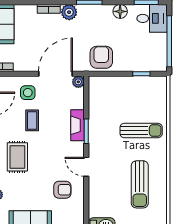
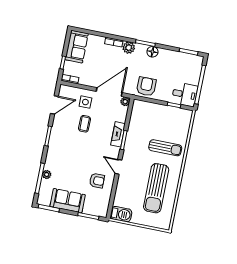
floor lamp: (120, 11) -> (152, 52), moved
desk: (152, 18) -> (185, 94), moved
rug: (17, 157) -> (68, 149), removed
sun lounger: (140, 184) -> (156, 188), width x1.36, depth x1.34

